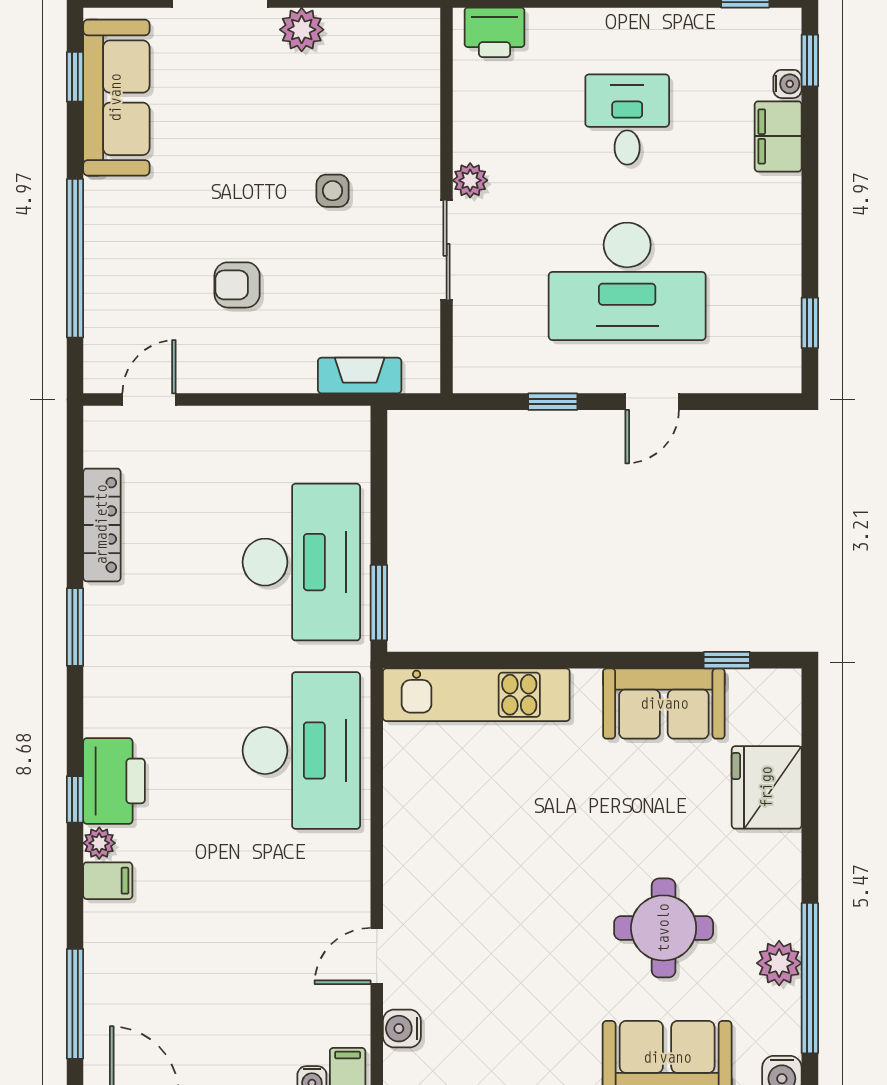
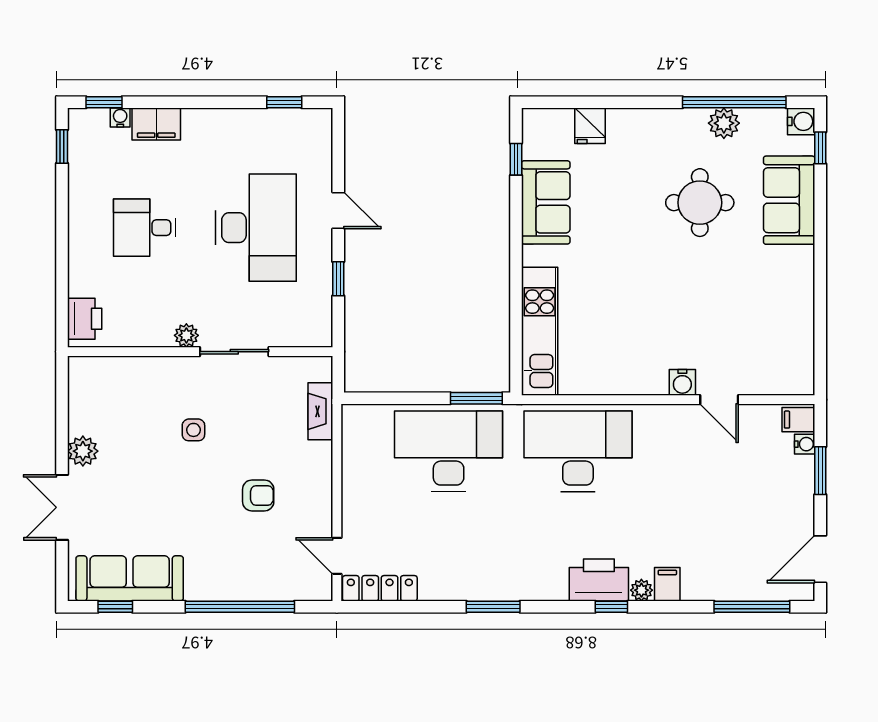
armchair: (237, 285) -> (258, 495), turned -90
locker: (102, 525) -> (380, 588), moved
fridge: (767, 787) -> (590, 126), width x0.53, depth x0.75
water cooler: (402, 1029) -> (682, 382), moved

